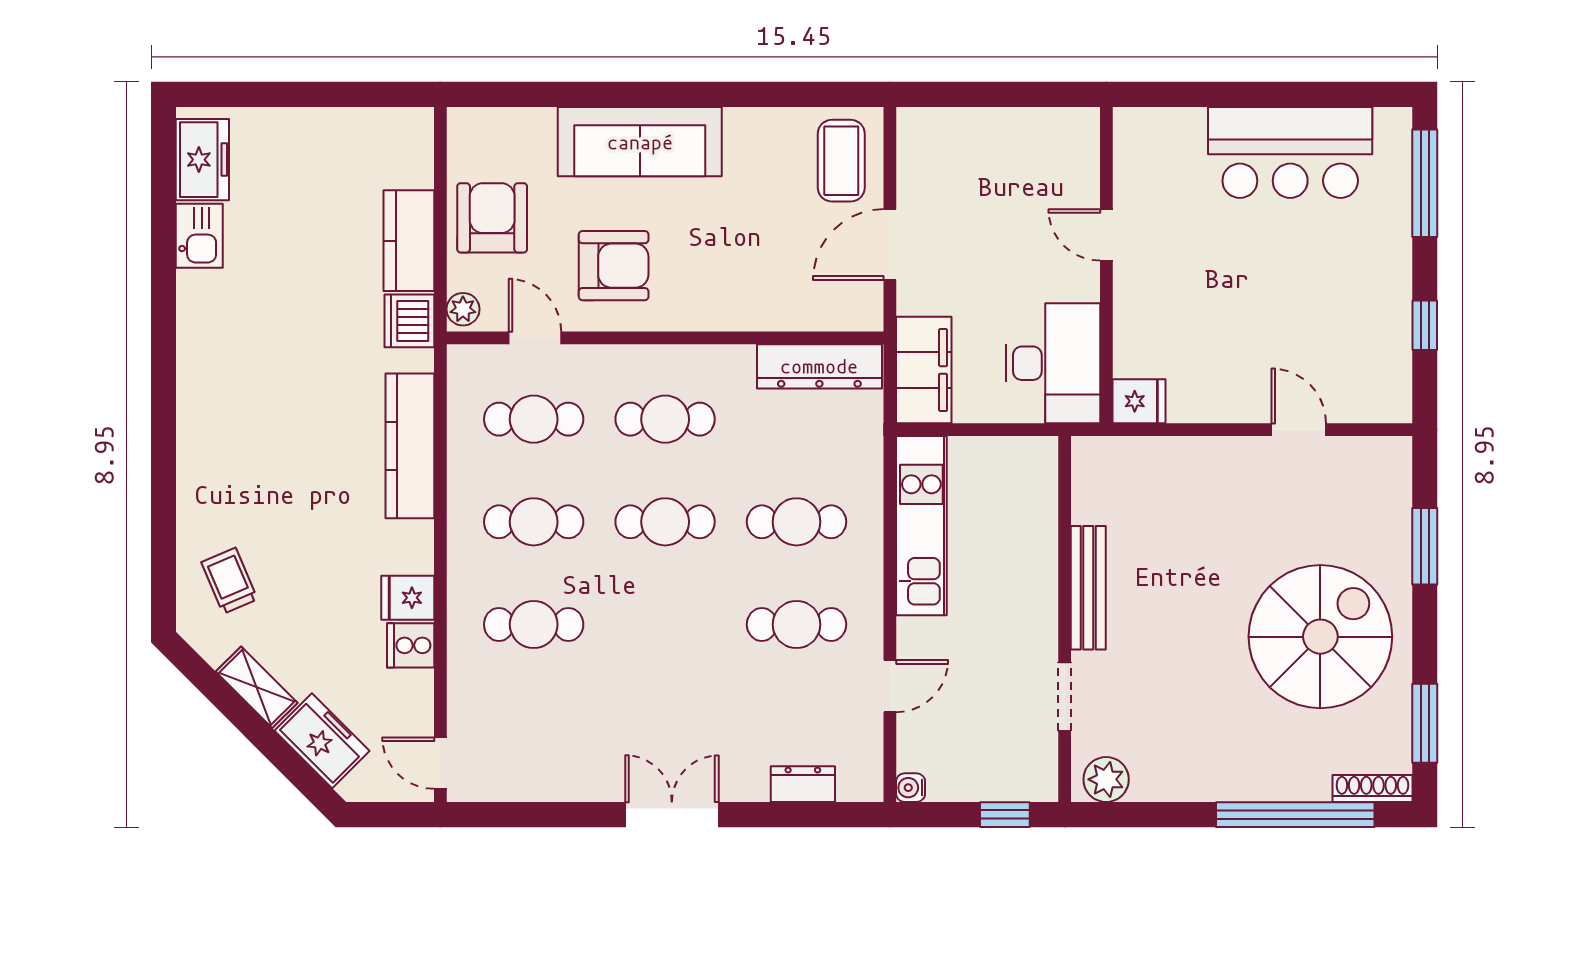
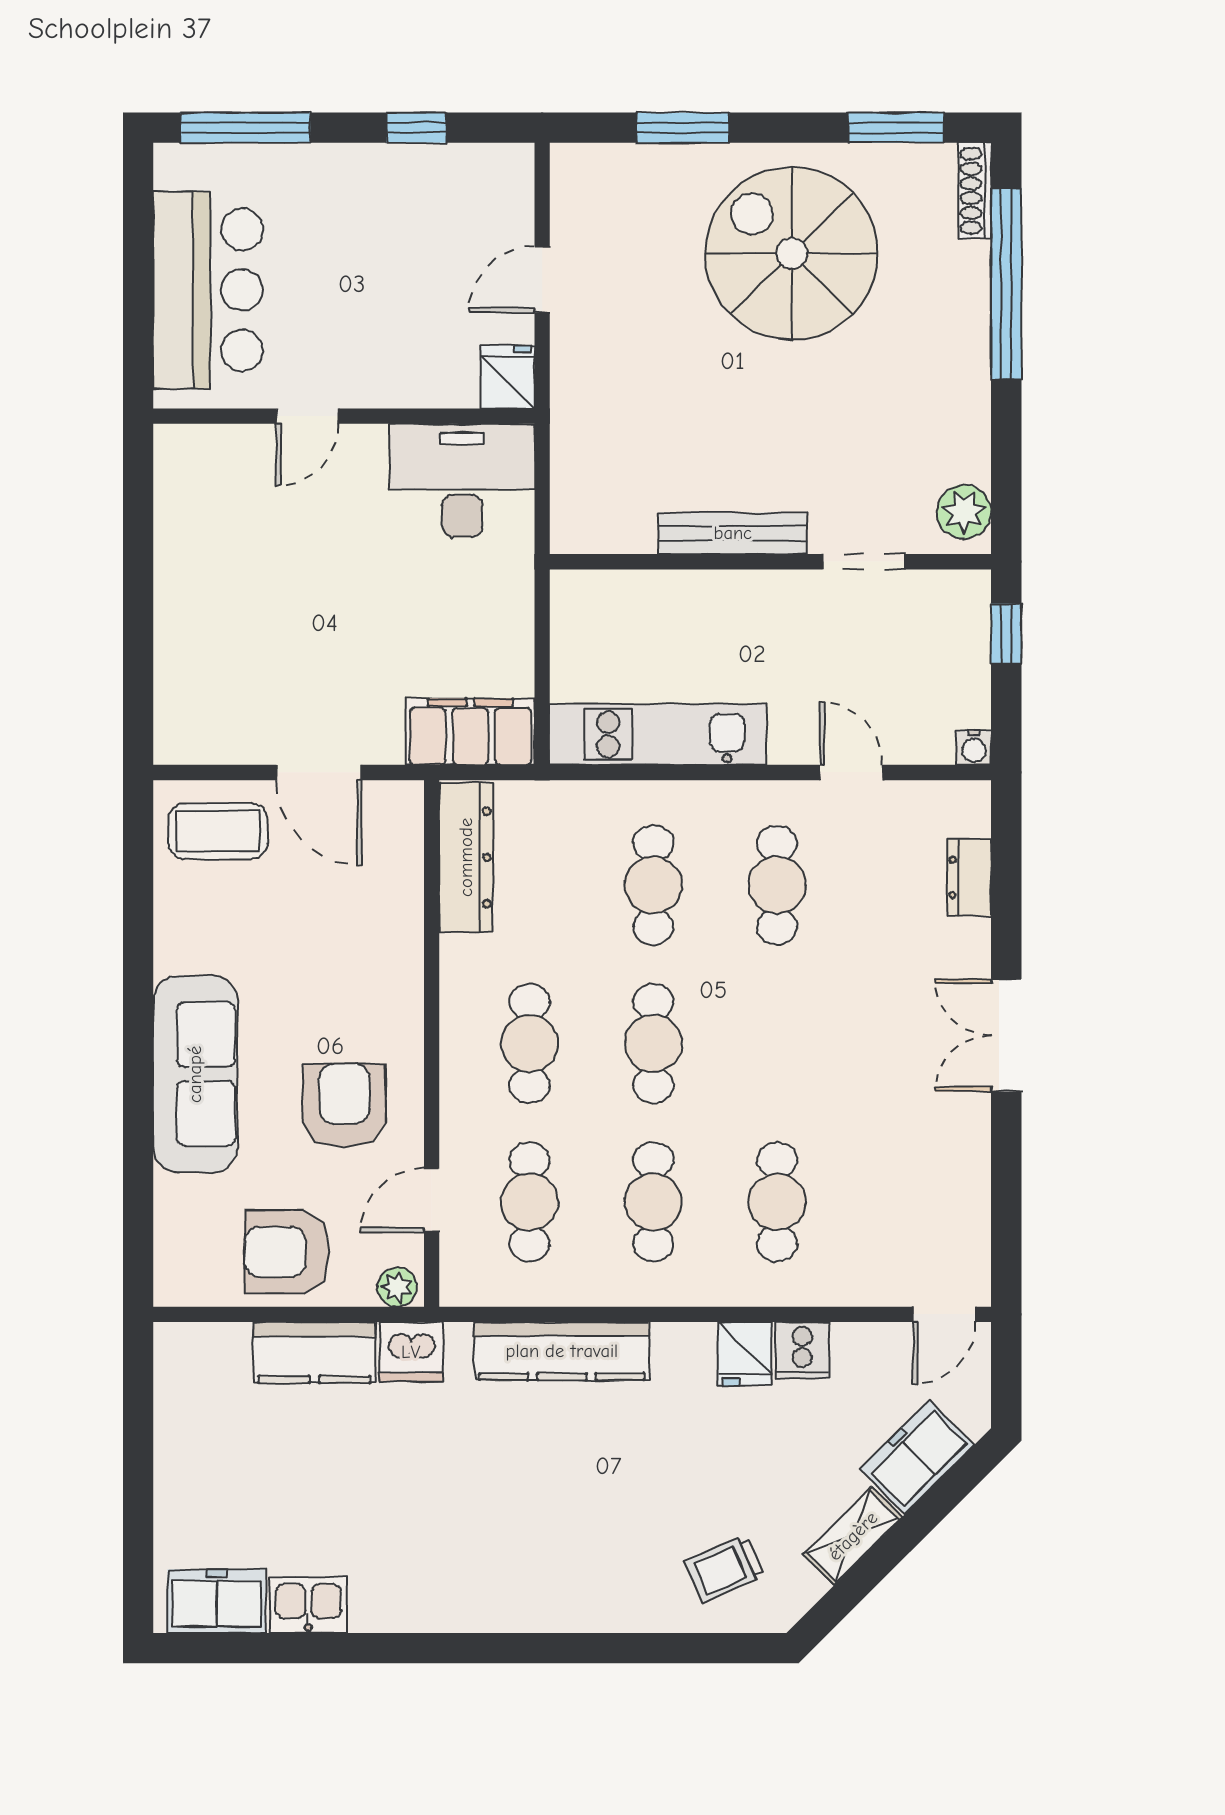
door: (1106, 235) -> (308, 416), moved
wall: (1106, 265) -> (344, 416), moved
desk: (1053, 363) -> (462, 481), moved
fridge: (1139, 401) -> (508, 377), moved

